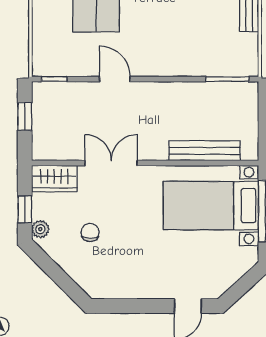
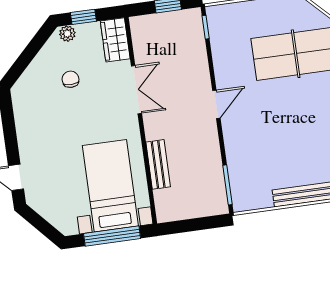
door: (115, 79) -> (216, 104), moved
bench: (205, 151) -> (158, 164), width x0.73
chair: (90, 233) -> (71, 79), turned -90

